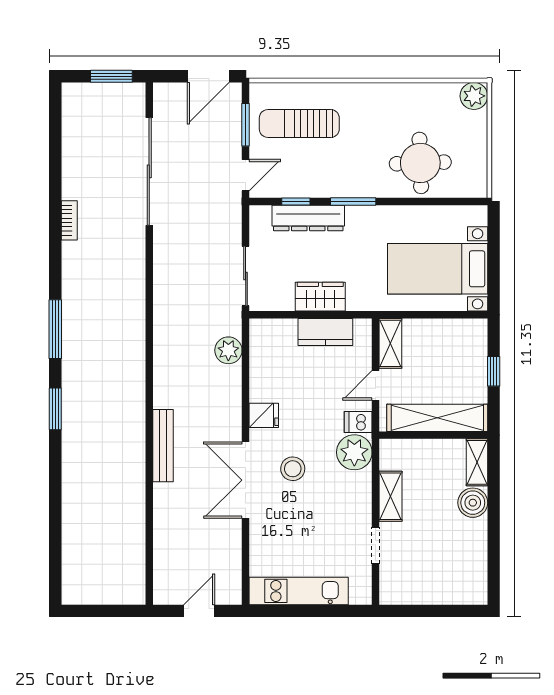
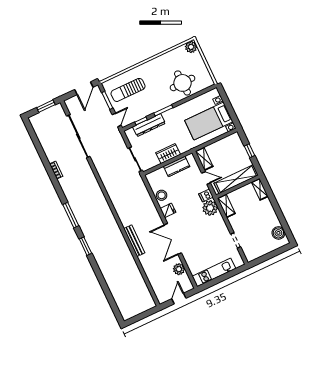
plant: (228, 350) -> (179, 269), moved
door: (376, 385) -> (206, 178), swing flipped
stool: (293, 469) -> (162, 195), moved
shelving: (391, 496) -> (226, 206), moved
boiler: (473, 503) -> (278, 233), moved

